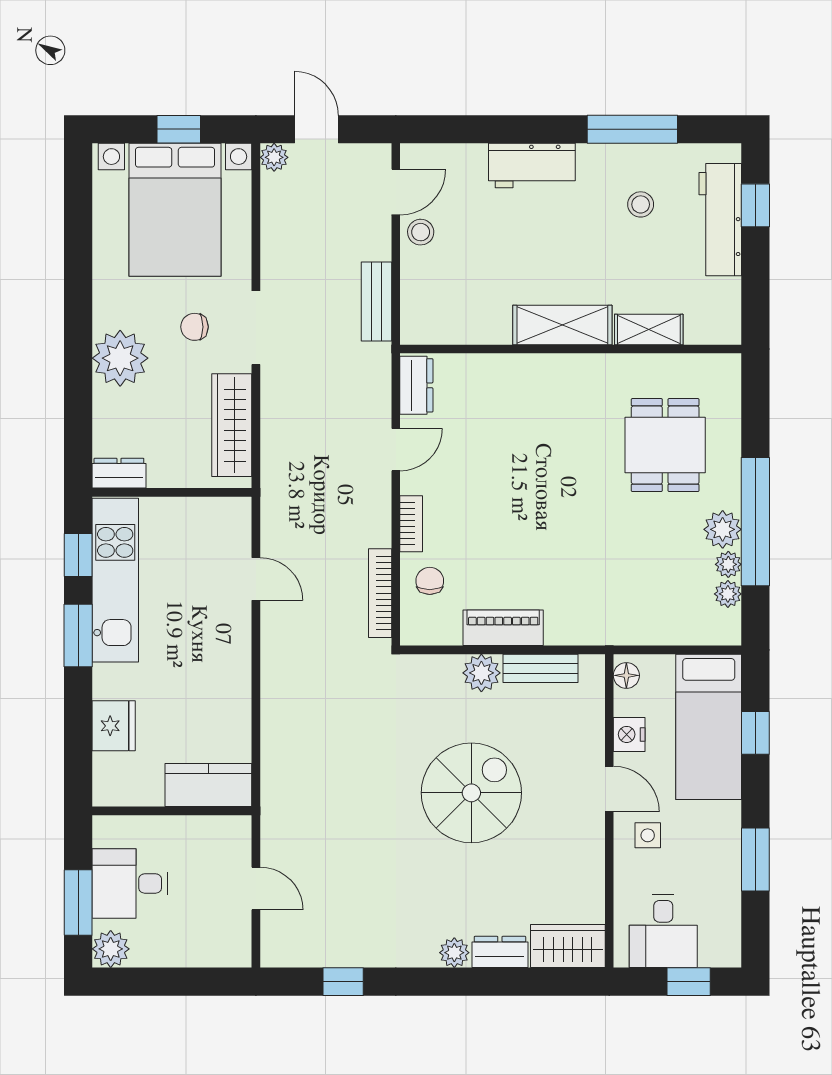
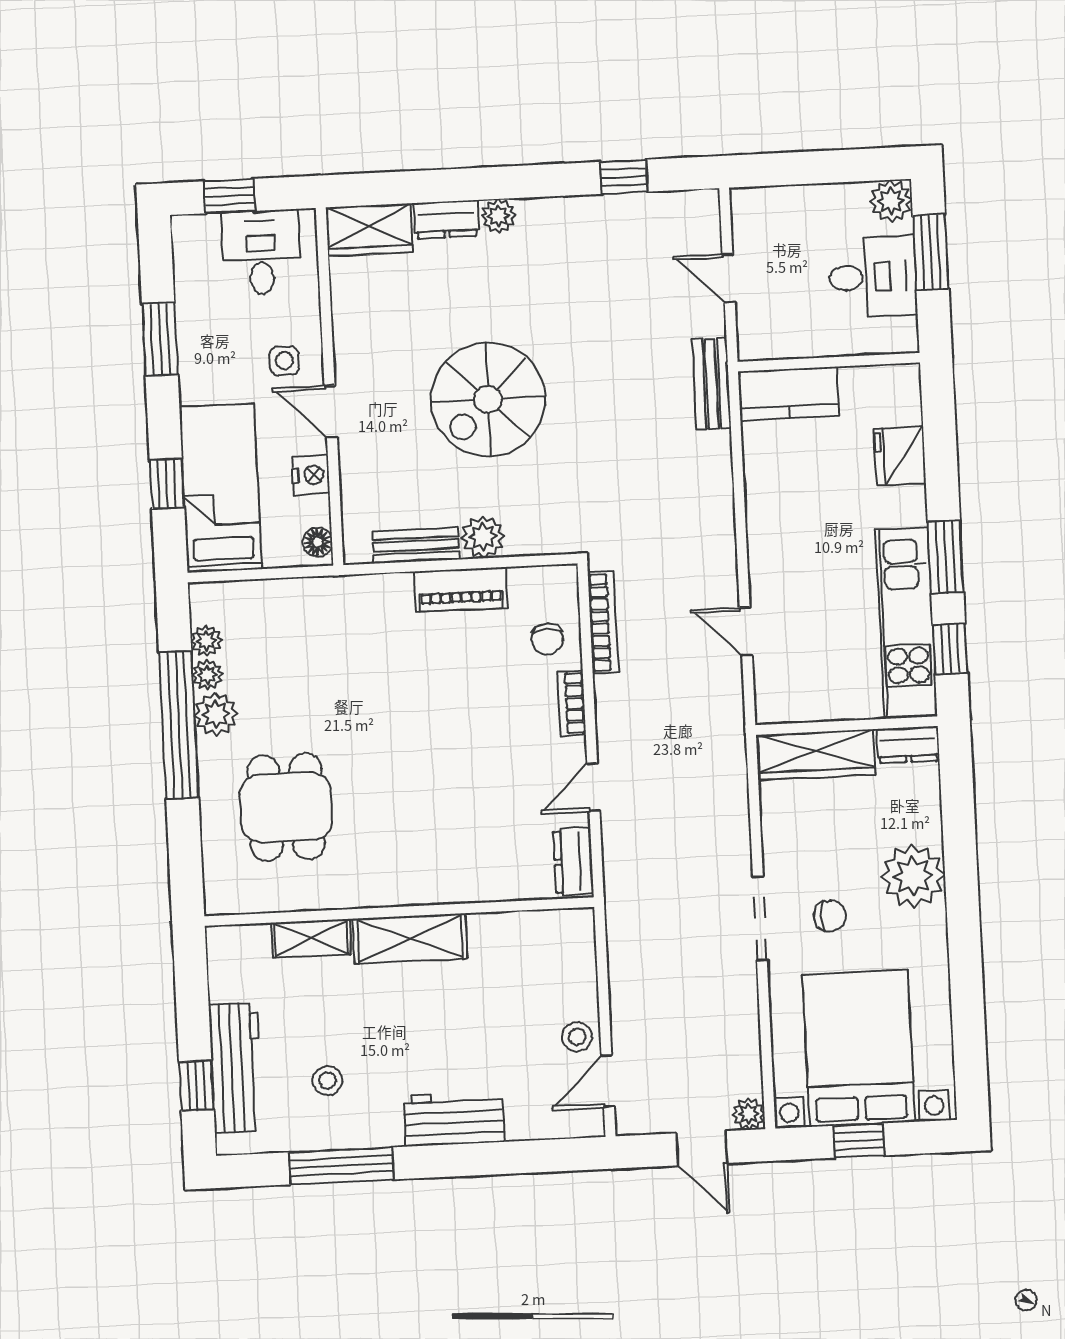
bench: (376, 302) -> (712, 384), moved
wardrobe: (232, 425) -> (816, 755), moved, turned 90

